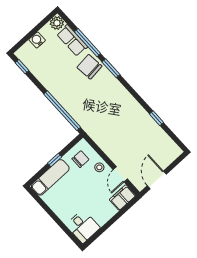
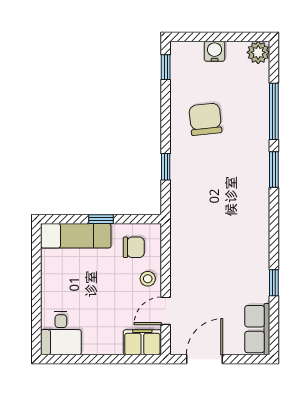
row of seats: (72, 40) -> (257, 329), moved
chair: (89, 67) -> (205, 119), moved
window: (62, 111) -> (166, 167), width x0.32

